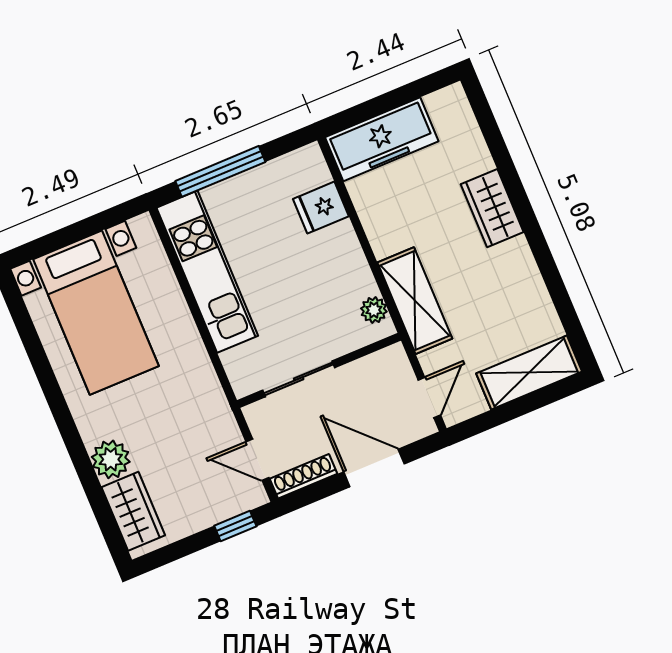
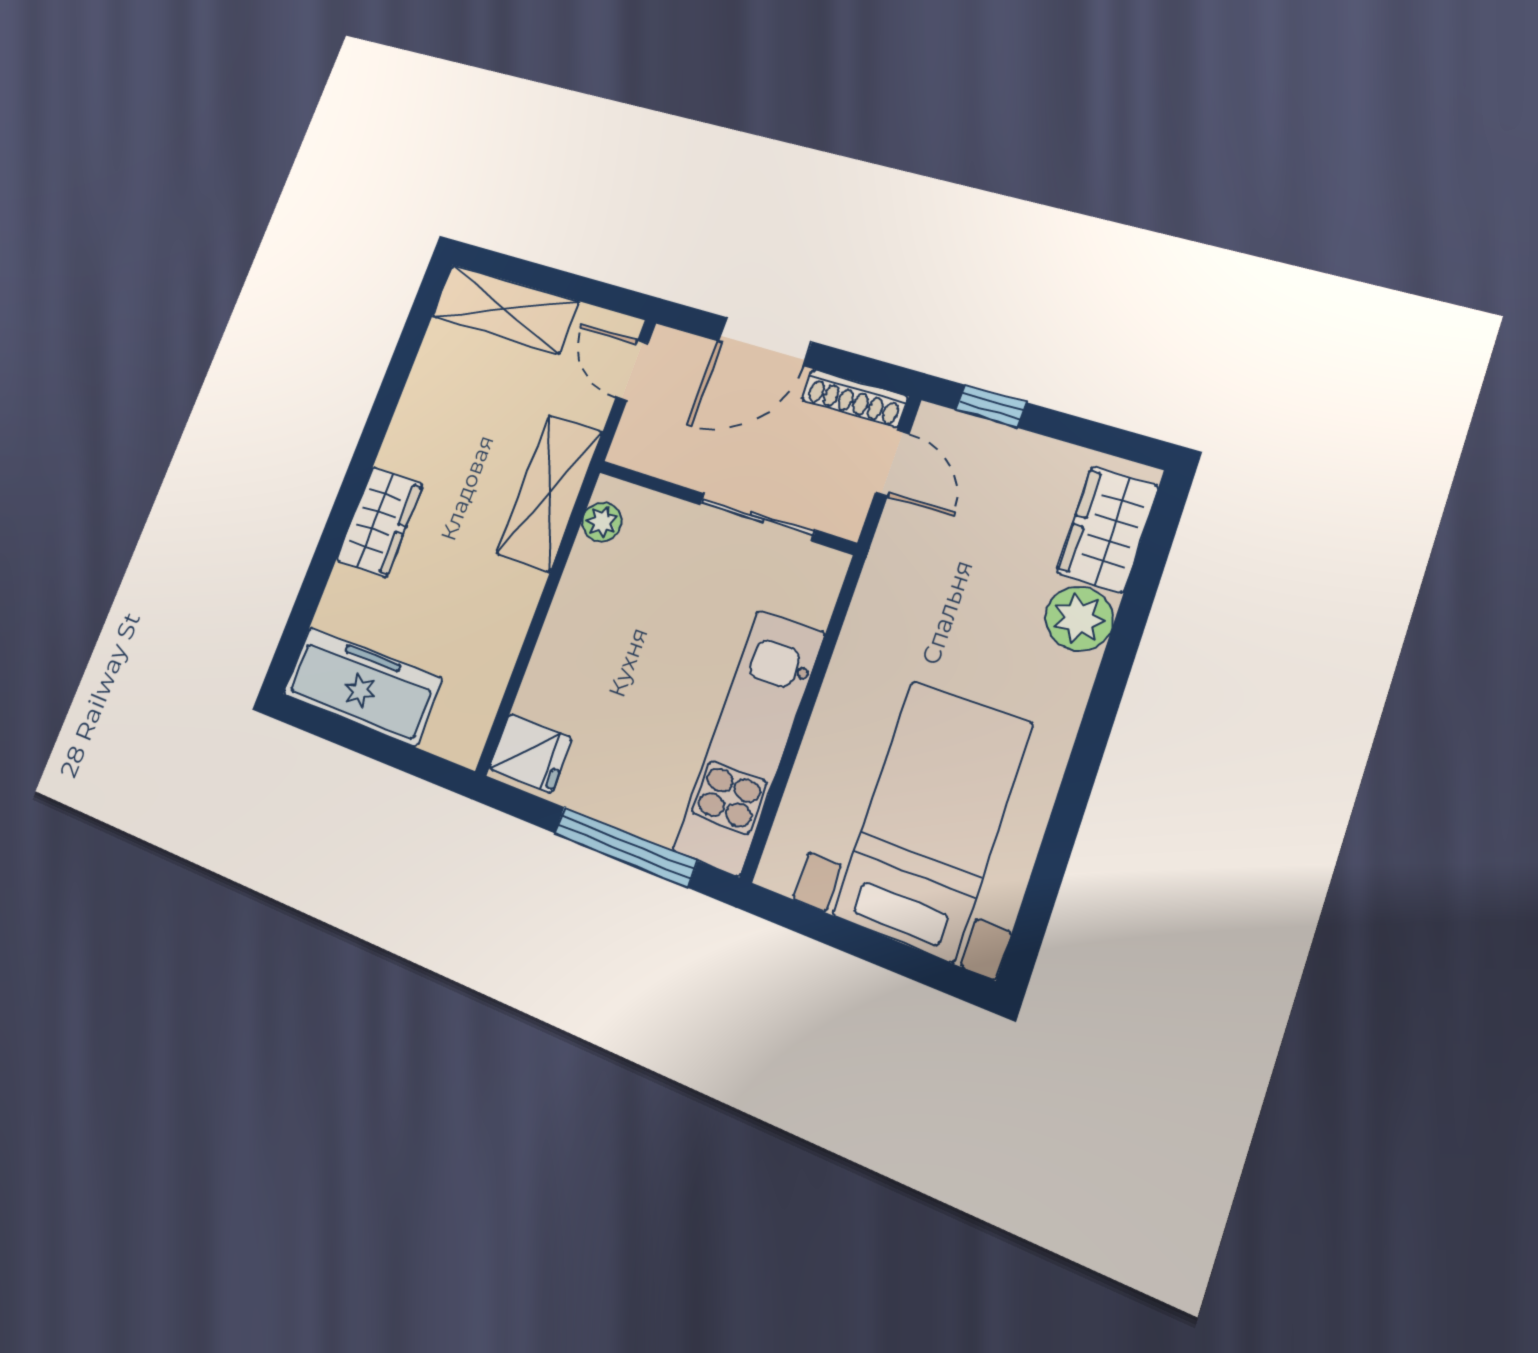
freezer: (382, 139) -> (362, 686), moved
fridge: (321, 208) -> (531, 753), moved
door: (429, 397) -> (632, 370), hinge flipped
door: (374, 468) -> (765, 341), hinge flipped

